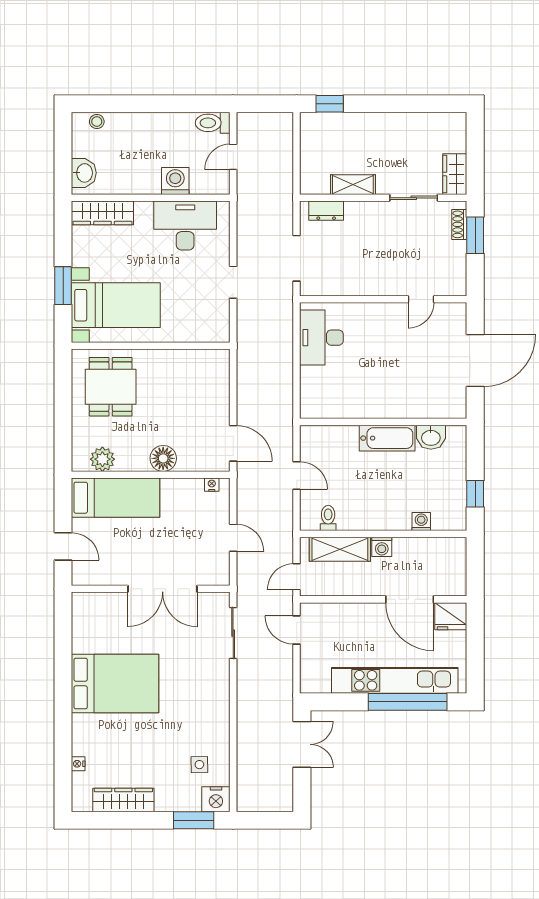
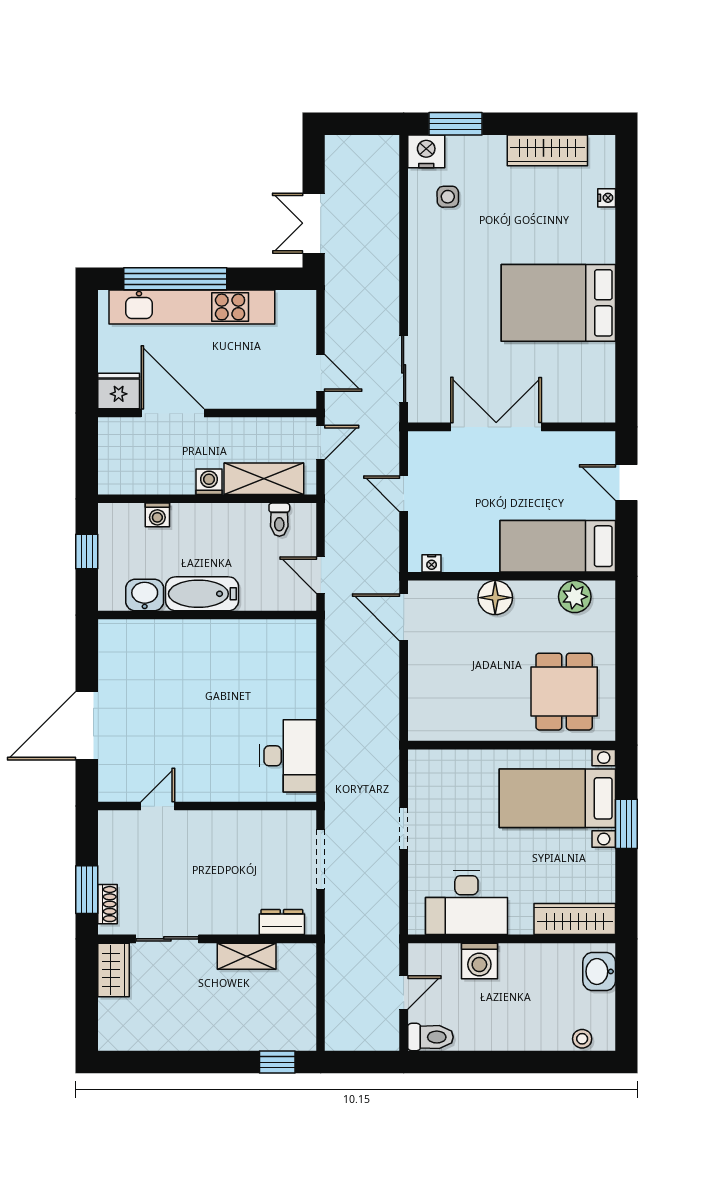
wall: (383, 422) -> (207, 615), moved
washbasin: (431, 437) -> (145, 595), moved
bathtub: (387, 438) -> (202, 594), moved

